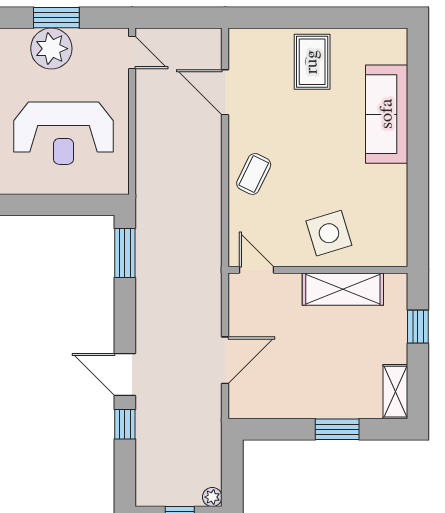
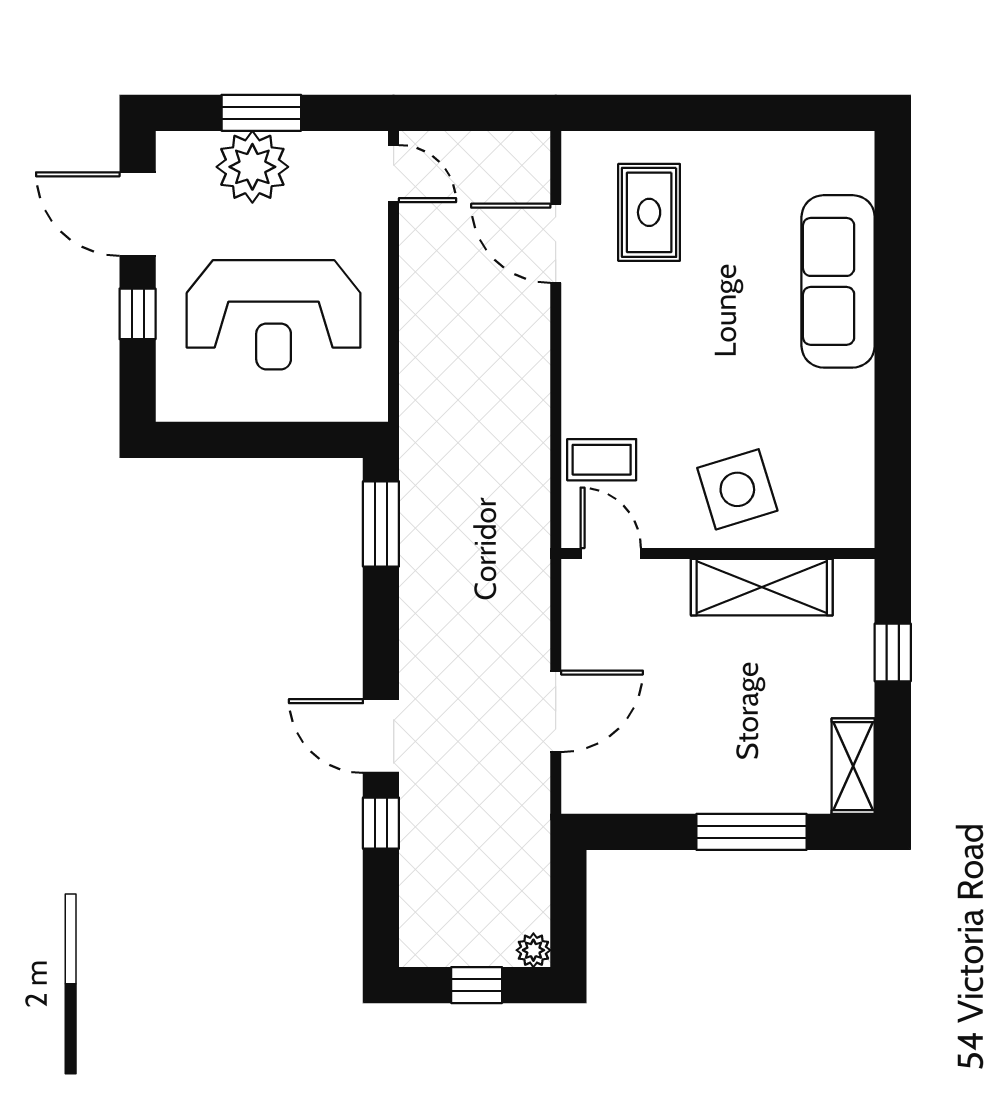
rug: (312, 62) -> (649, 212), moved
coffee table: (254, 174) -> (602, 460), moved, turned 64
window: (337, 429) -> (752, 832), width x1.44

